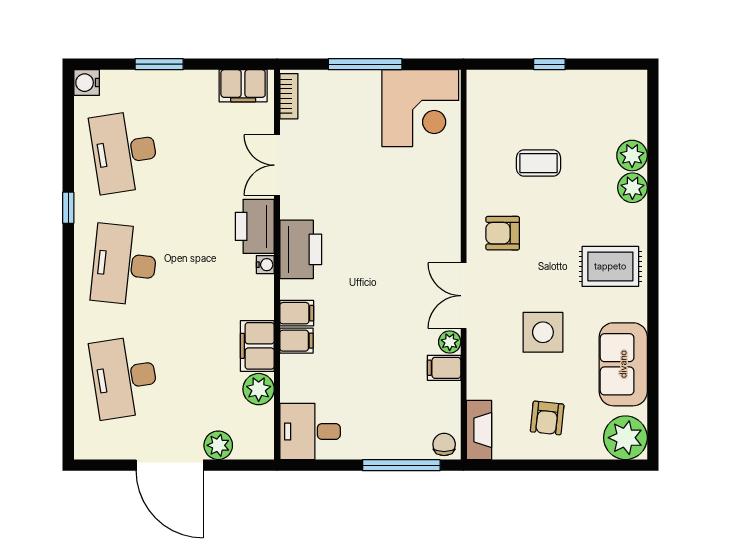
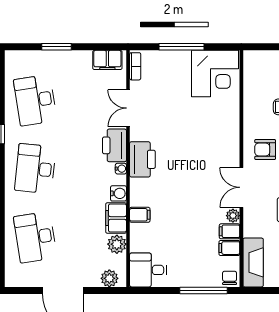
water cooler: (87, 83) -> (118, 193), moved, turned 180
filing cabinet: (297, 313) -> (229, 248), moved, turned 180
fireplace: (479, 430) -> (253, 262), width x1.37, depth x1.32
plant: (218, 445) -> (109, 278), moved

